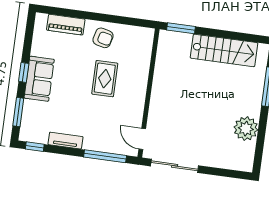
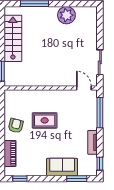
window: (24, 72) -> (20, 179), moved
sofa: (39, 79) -> (62, 167), moved
door: (142, 139) -> (84, 88), swing flipped
sliding door: (175, 166) -> (100, 62), width x0.73

